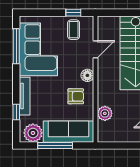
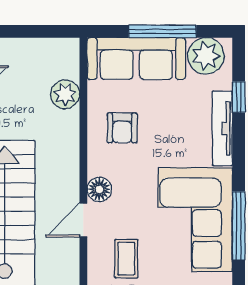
floor lamp: (87, 75) -> (99, 189), moved
armchair: (76, 96) -> (122, 128), turned -90

